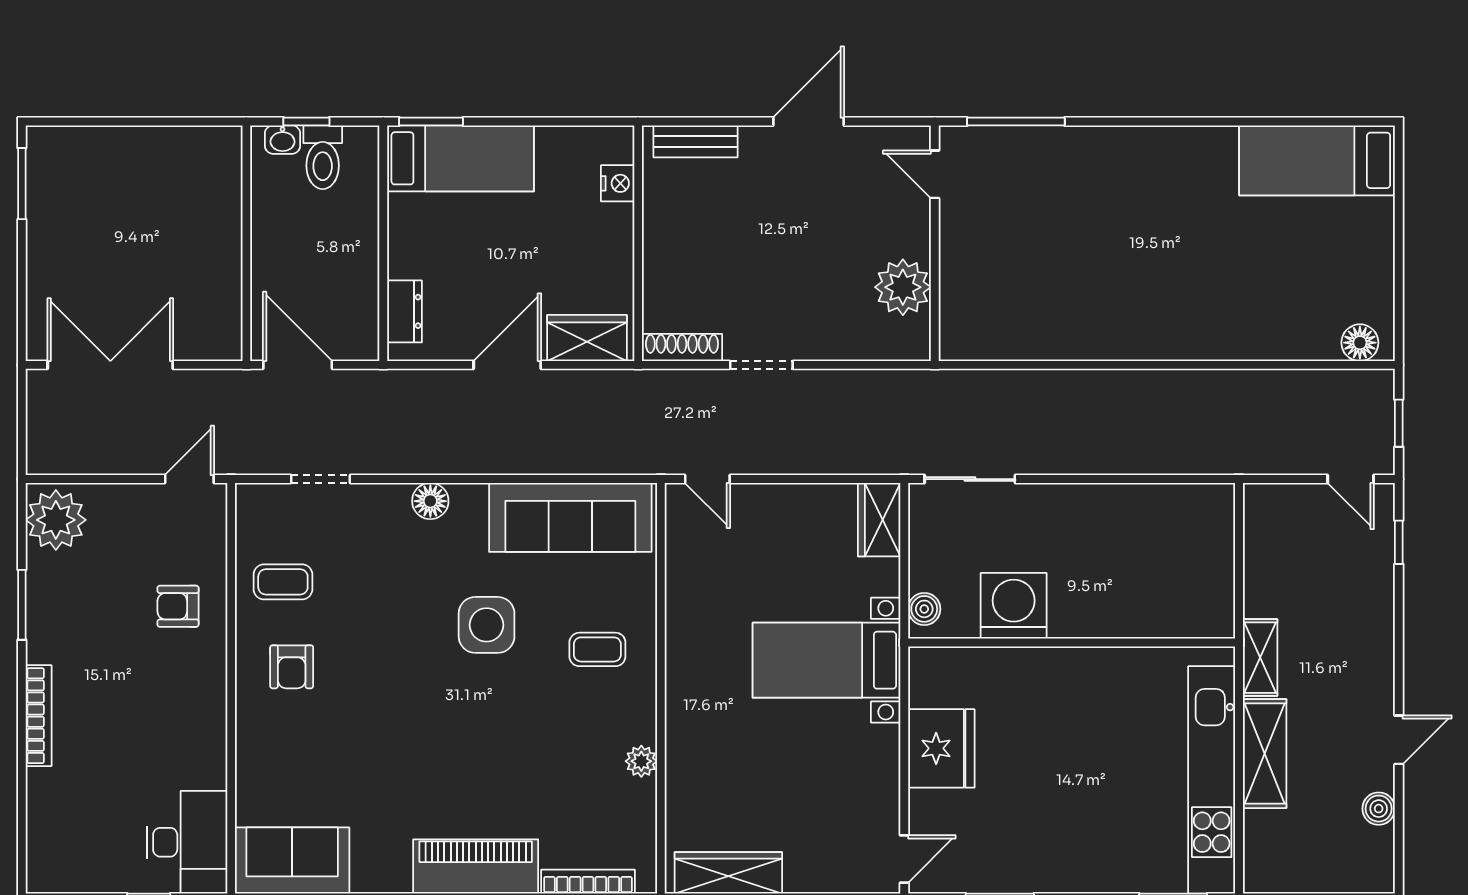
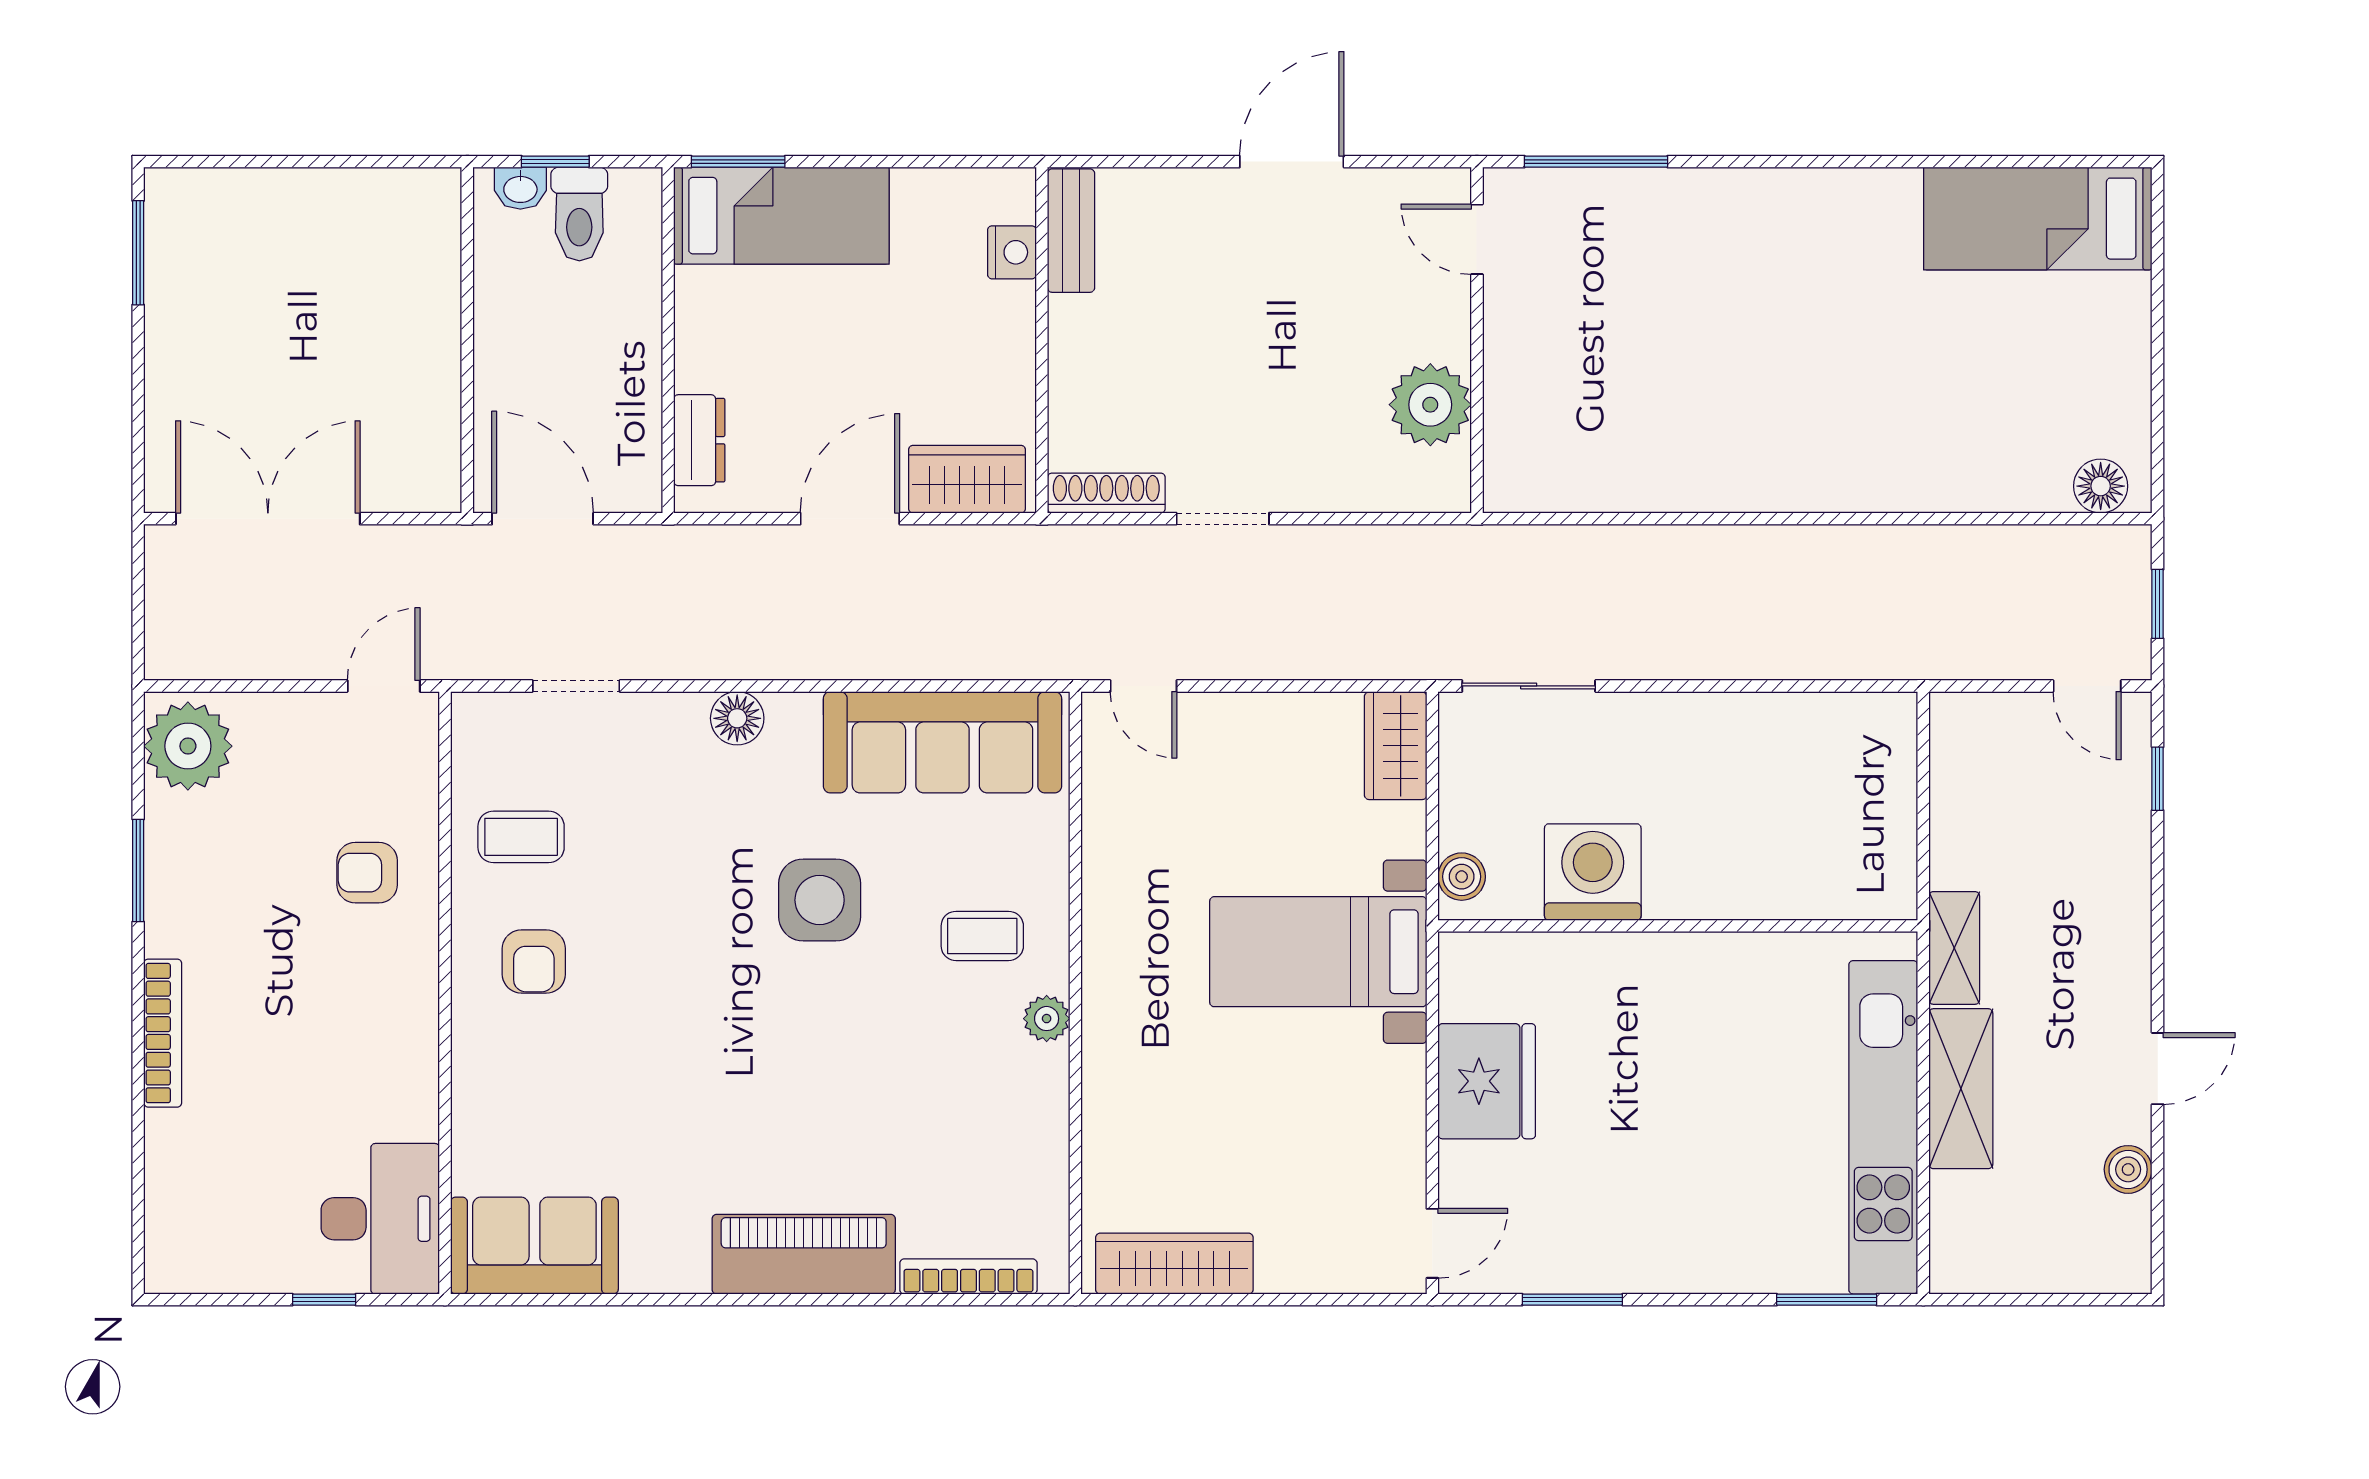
bench: (696, 141) -> (1071, 231), moved, turned 90
plant: (641, 761) -> (1047, 1019), moved

